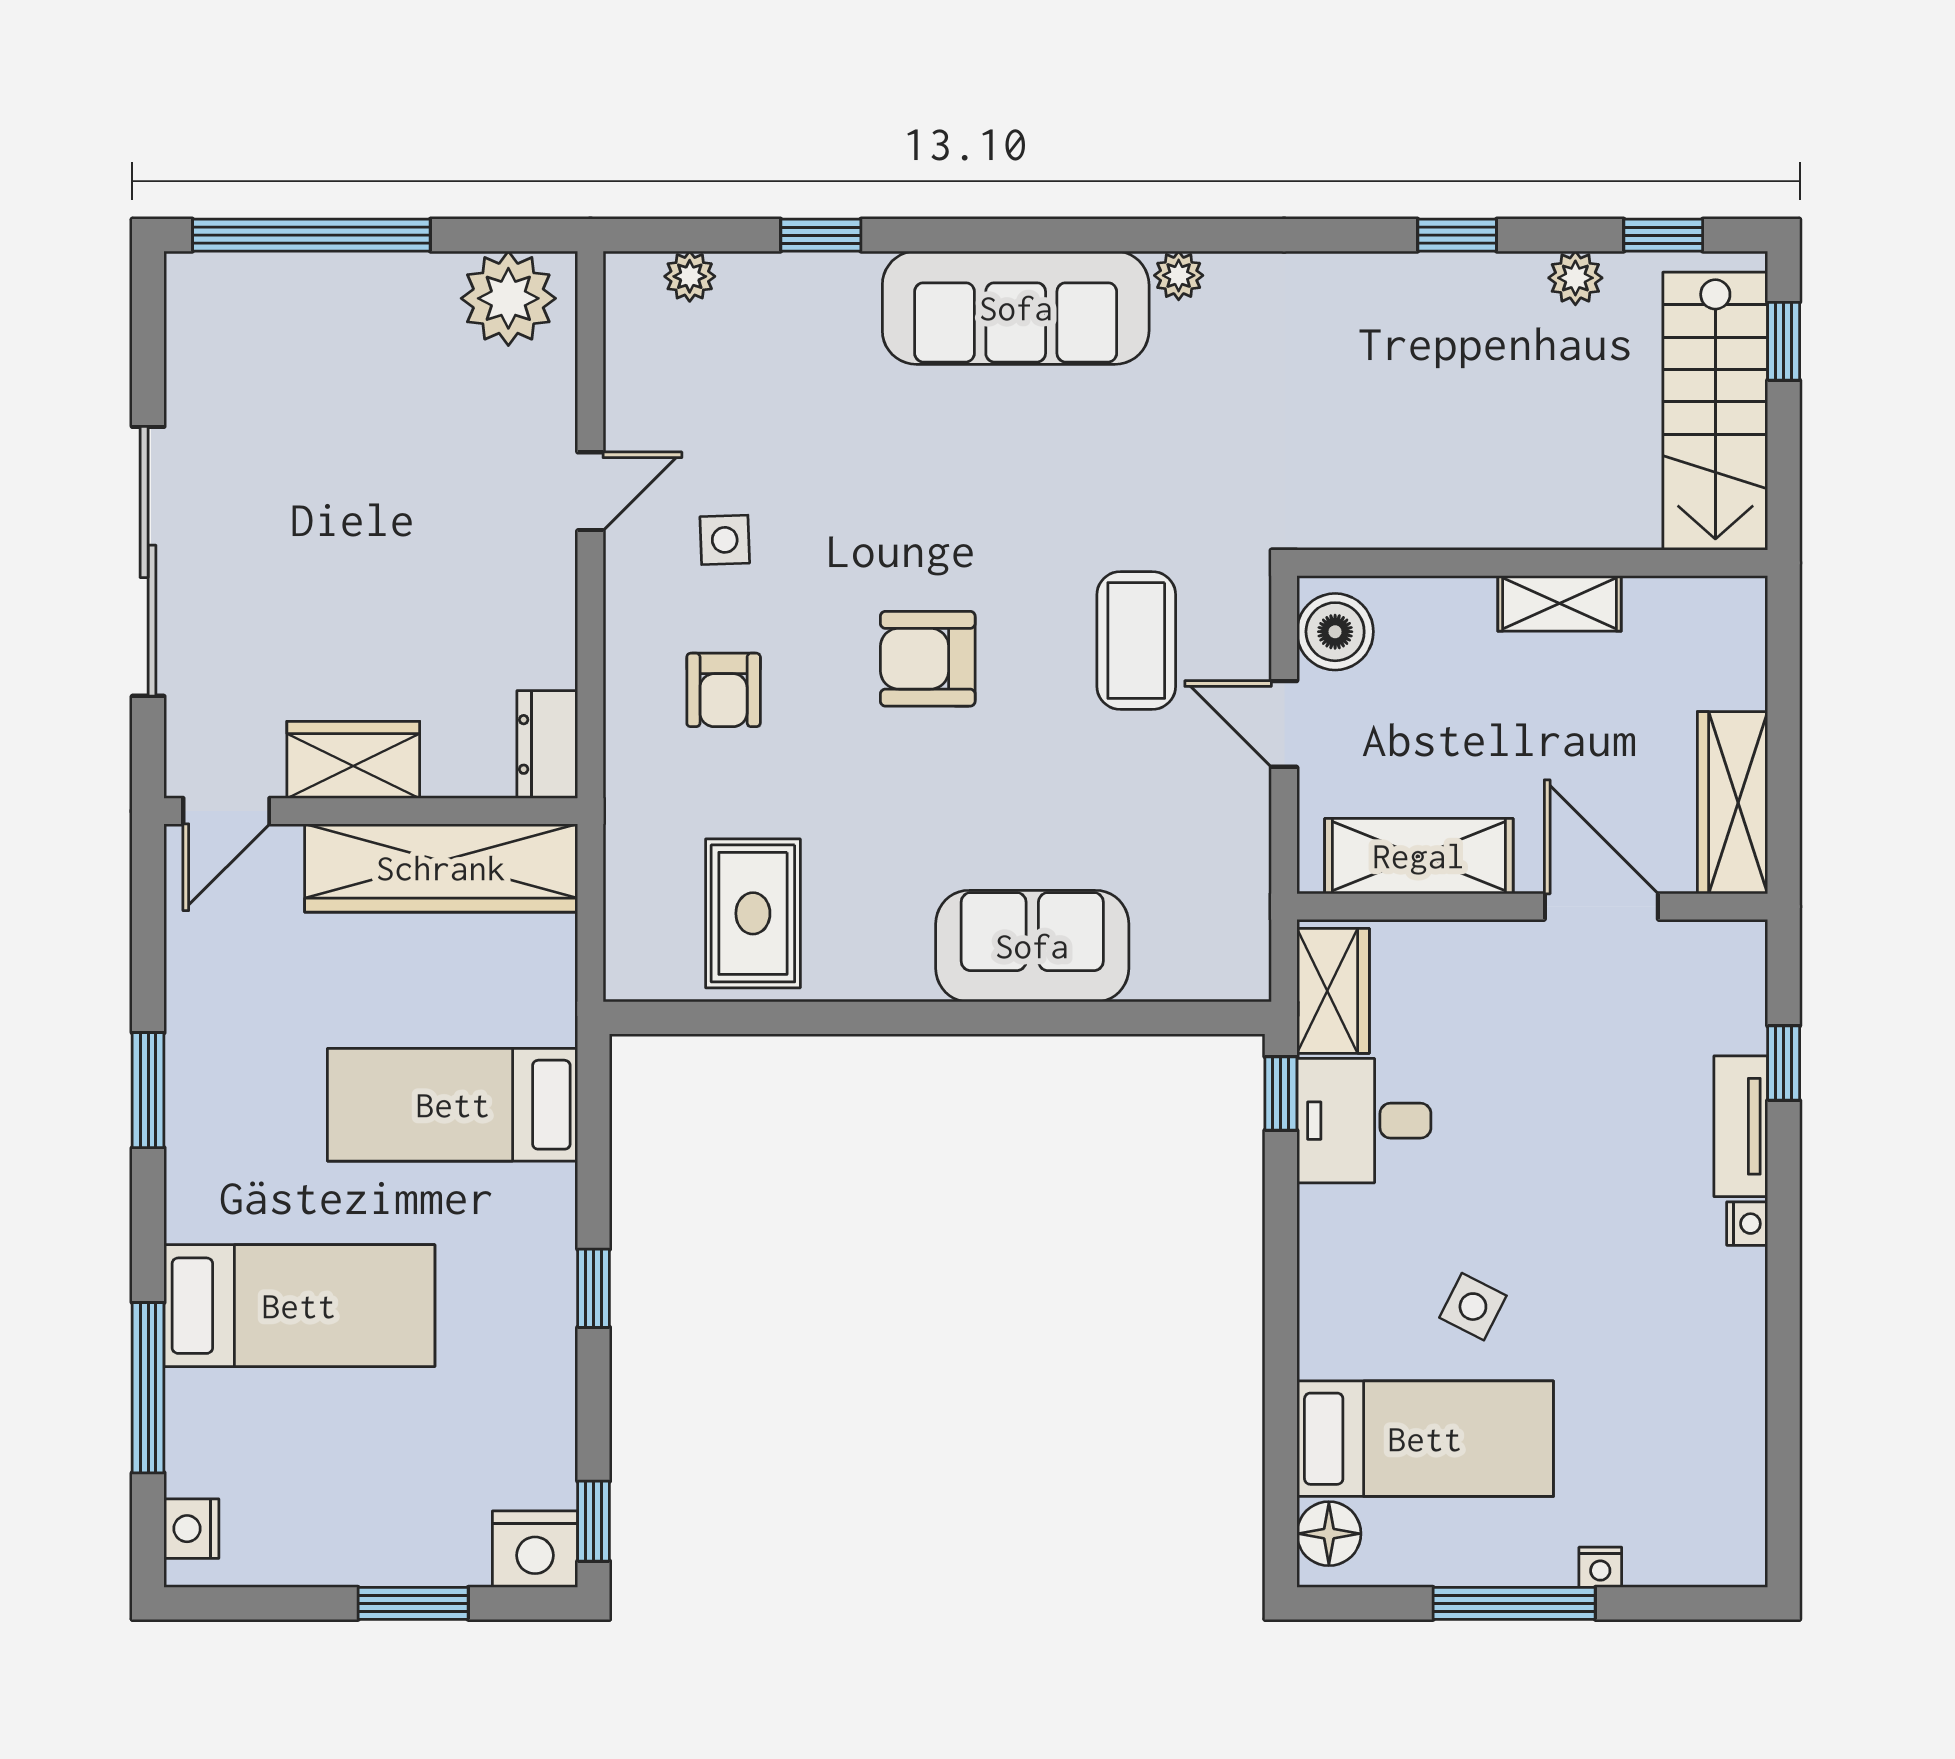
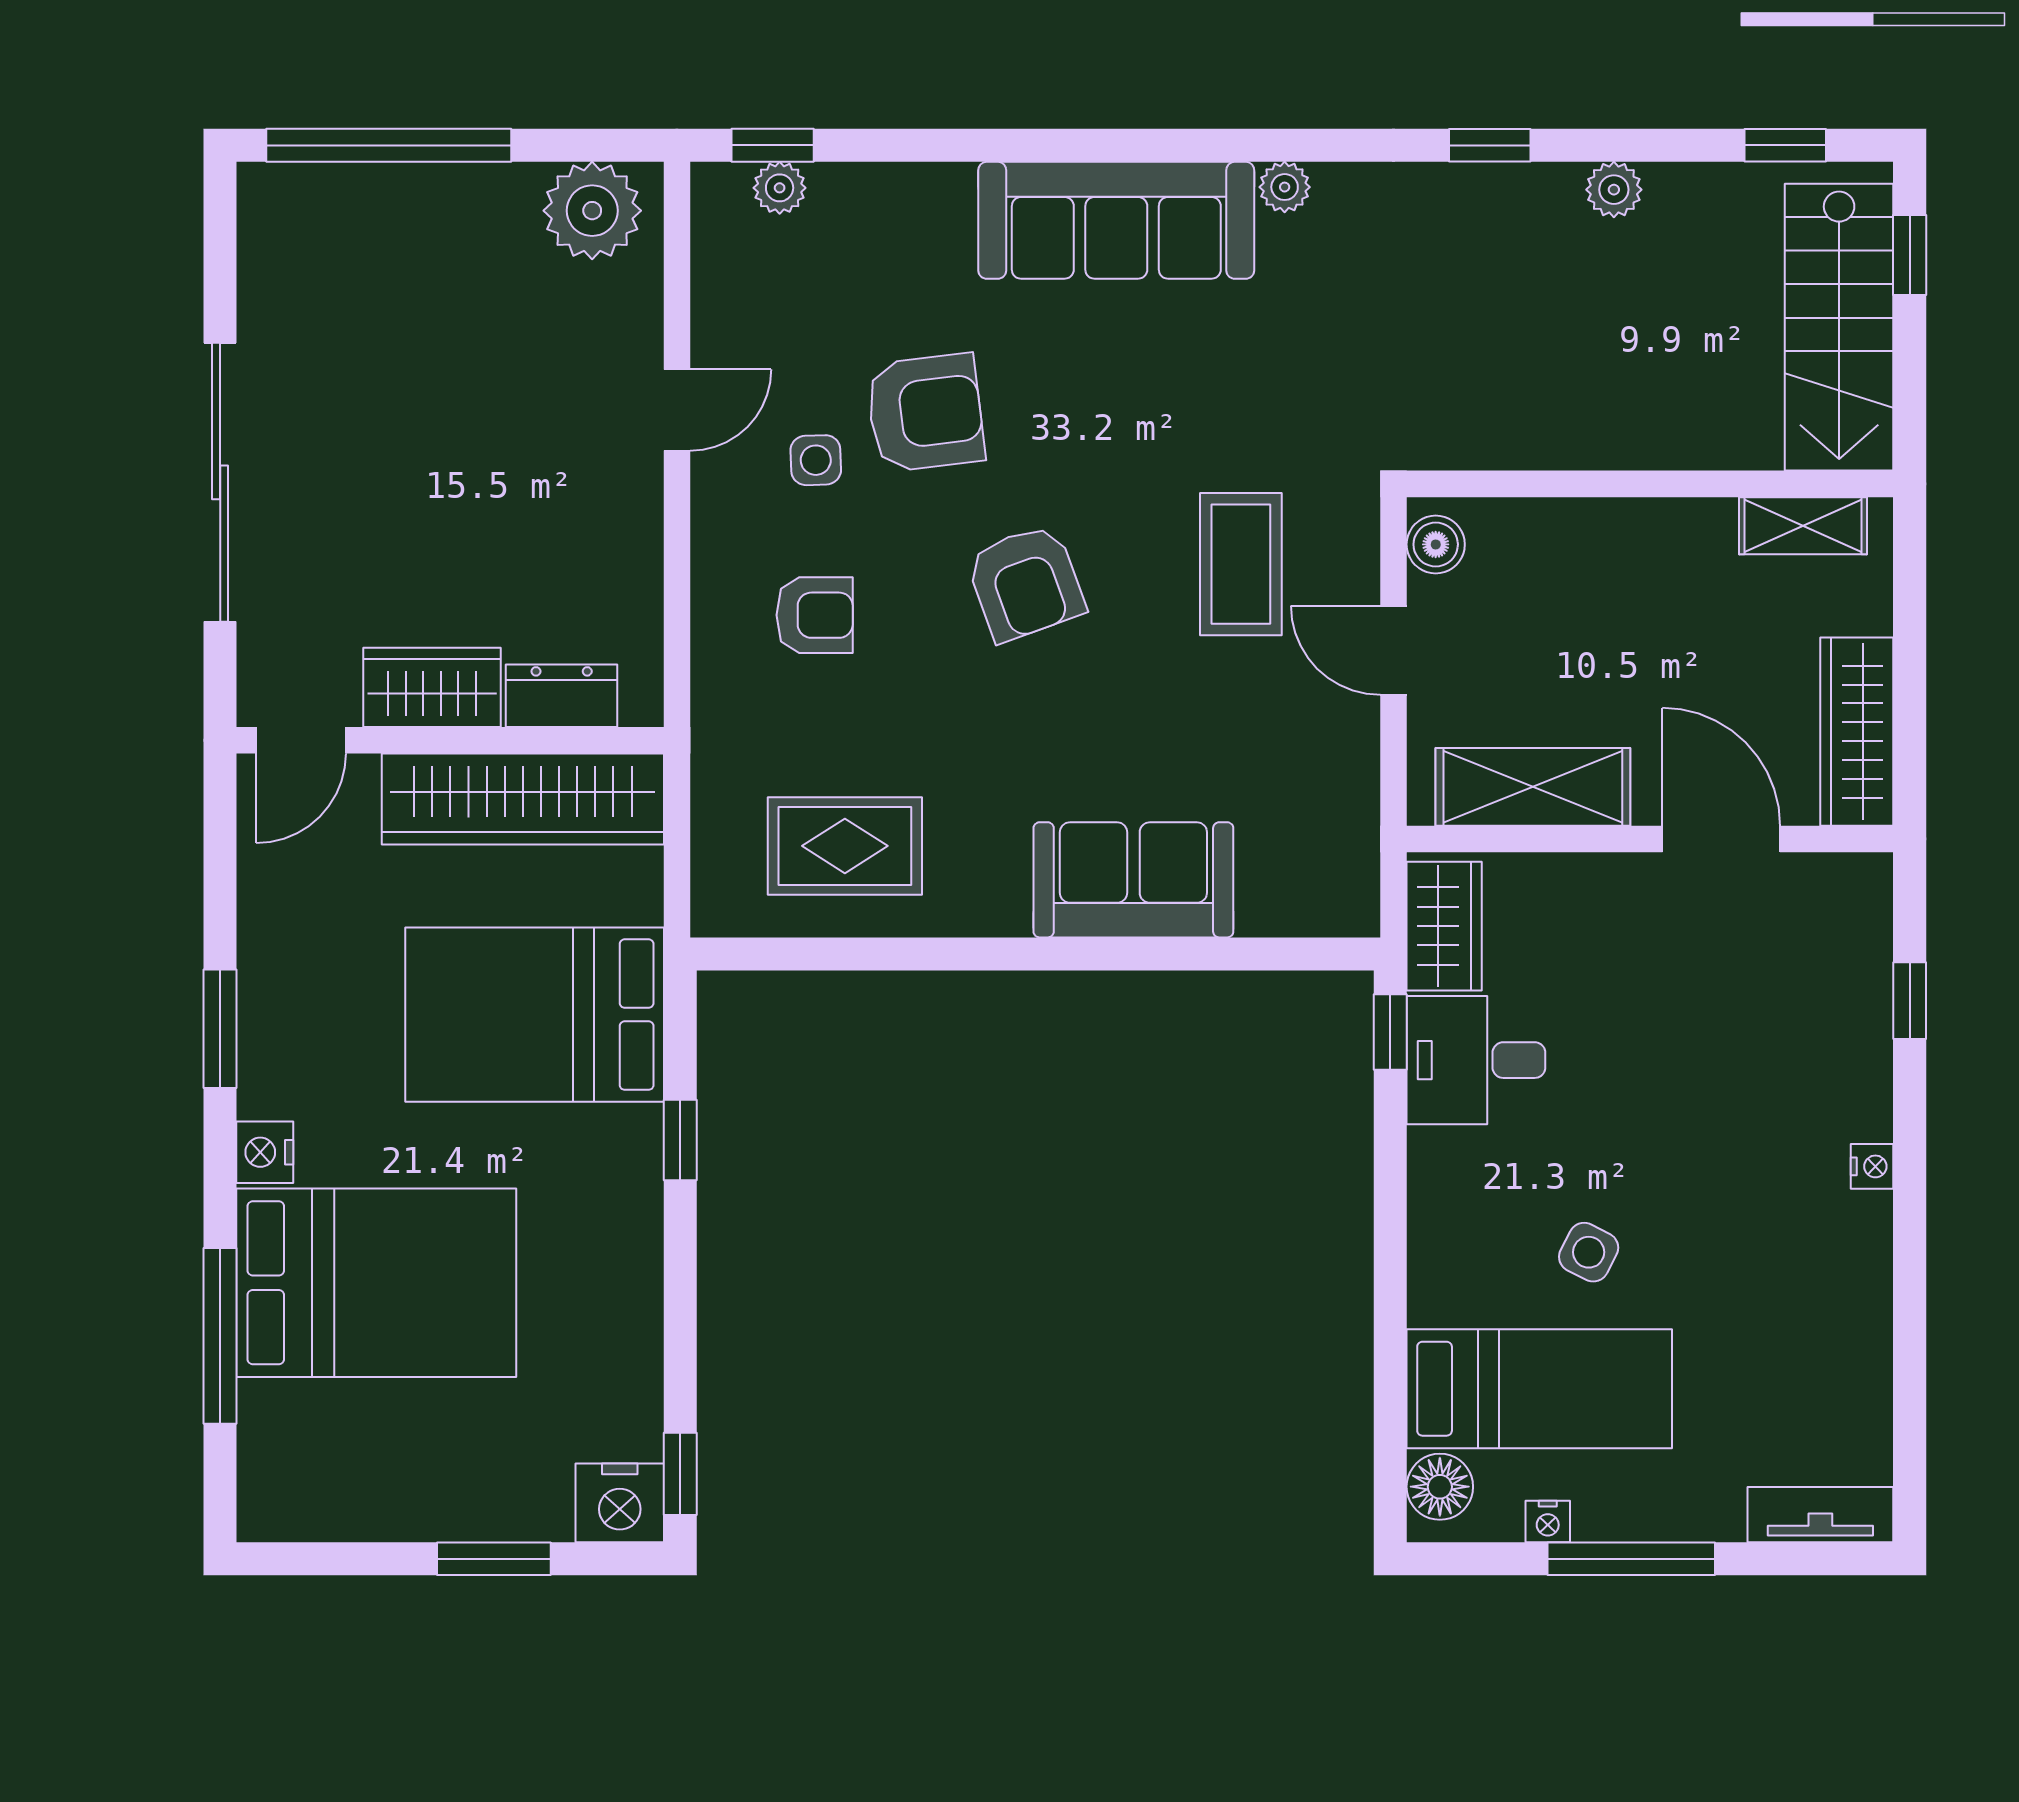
window: (821, 235) -> (773, 145), moved
window: (1457, 235) -> (1490, 145), moved
plant: (1575, 278) -> (1614, 190), moved
armchair: (831, 494) -> (925, 413), added
shelving: (1559, 603) -> (1803, 526), moved
boiler: (1335, 632) -> (1436, 544), width x0.73, depth x0.73
armchair: (928, 659) -> (1026, 583), turned -110
armchair: (724, 690) -> (815, 615), turned -90
dresser: (547, 744) -> (562, 696), moved, turned 90
rug: (753, 913) -> (845, 846), turned 90
bed: (453, 1105) -> (535, 1015), width x1.50
tv unit: (1741, 1126) -> (1820, 1515), moved, turned 90
window: (594, 1288) -> (680, 1140), moved
bed: (299, 1306) -> (376, 1283), width x1.50
nightstand: (191, 1529) -> (265, 1152), moved
nightstand: (1600, 1567) -> (1548, 1522), moved

